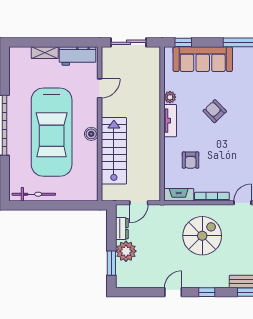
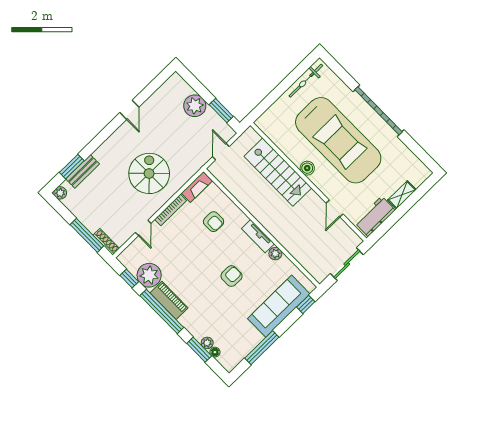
armchair: (215, 111) -> (231, 276), turned -46
car: (52, 132) -> (338, 140), turned 180
armchair: (191, 160) -> (214, 222), turned 180
dresser: (122, 229) -> (215, 120), removed
spiral stairs: (202, 236) -> (149, 173), turned 180
window: (111, 263) -> (221, 111), moved
window: (207, 292) -> (104, 135), removed

